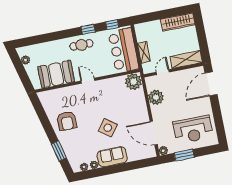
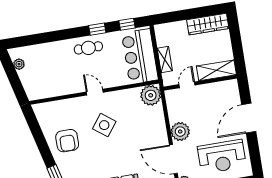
booth: (56, 74) -> (56, 83), removed
door: (211, 84) -> (249, 118), moved
plant: (156, 97) -> (180, 132), moved
side table: (108, 128) -> (104, 125), moved

